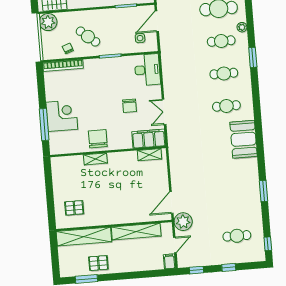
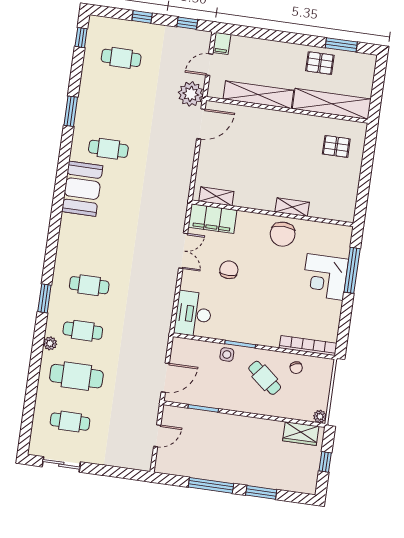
plant: (48, 22) -> (320, 416), width x0.53, depth x0.53
side table: (140, 38) -> (227, 354), moved
cafe table: (226, 106) -> (108, 149), moved

